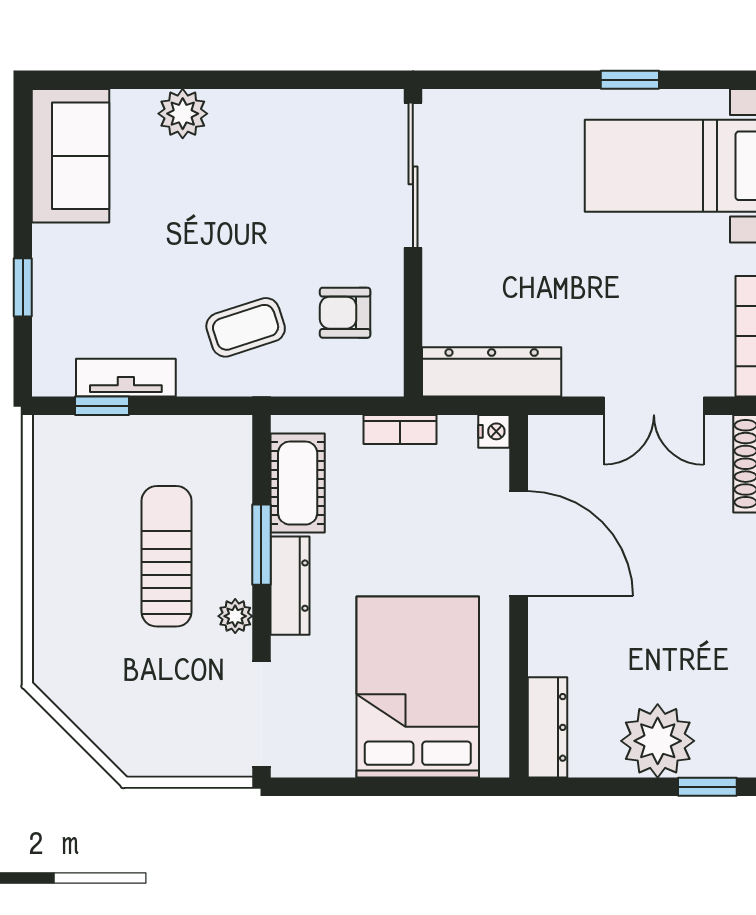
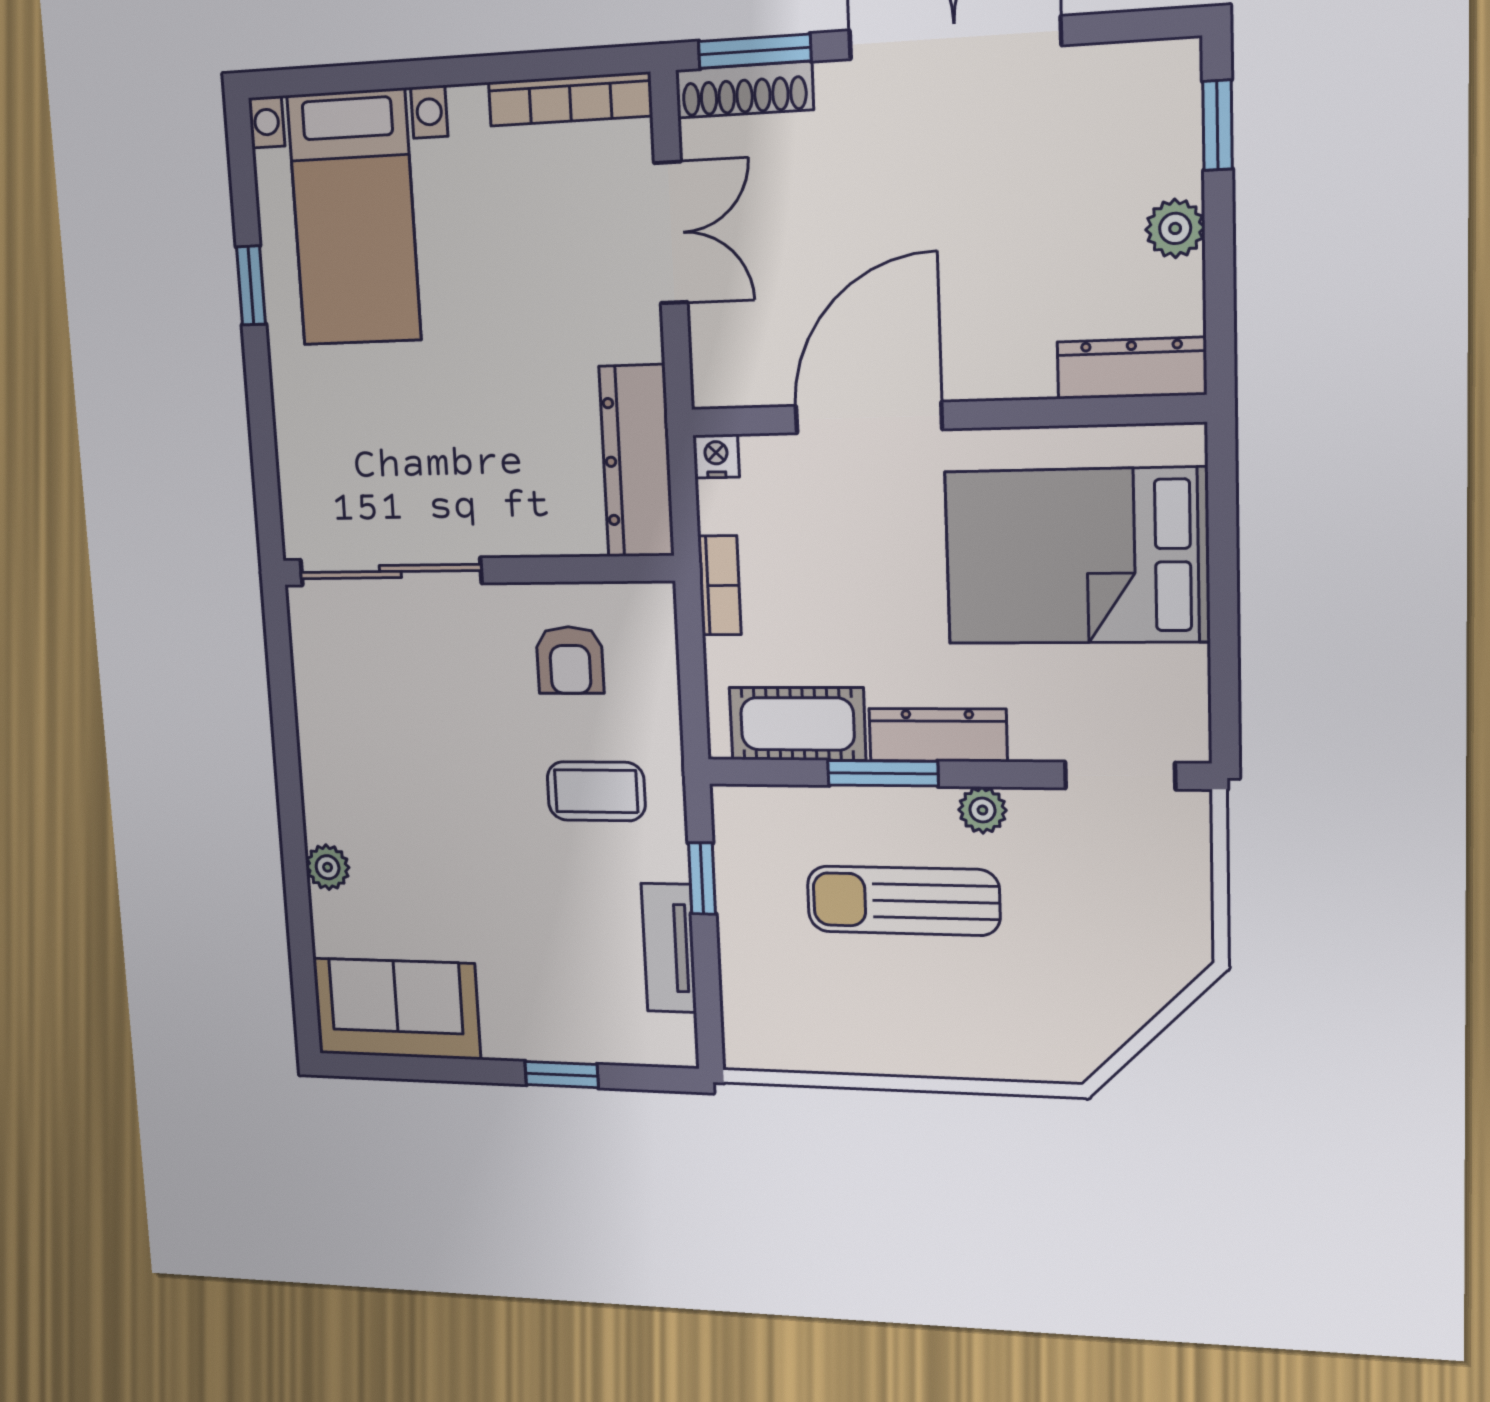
plant: (183, 114) -> (328, 867), width x0.73, depth x0.73
coffee table: (246, 327) -> (596, 791), turned -72
window: (102, 406) -> (702, 878), moved
doorway: (261, 714) -> (1120, 776), width x0.73
plant: (658, 741) -> (1175, 228), width x0.53, depth x0.53

